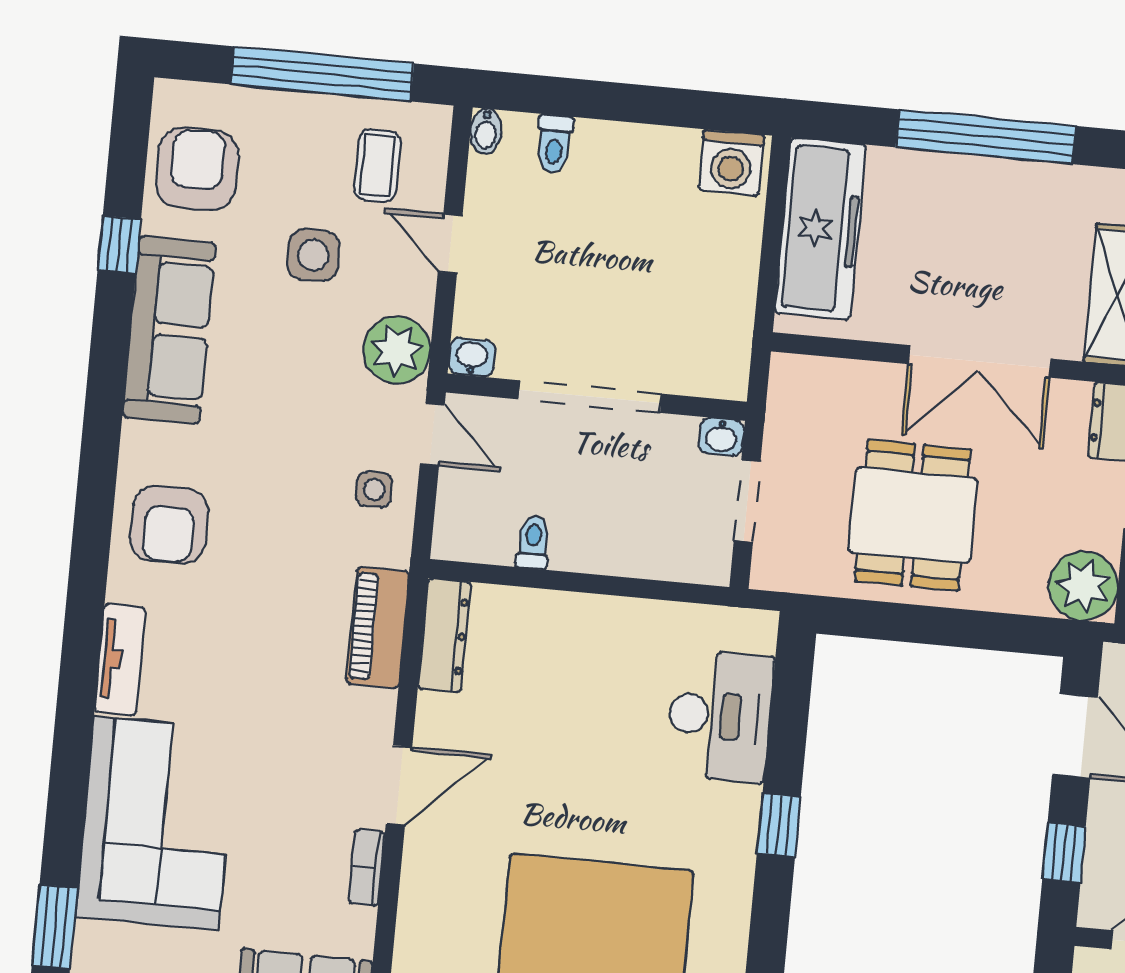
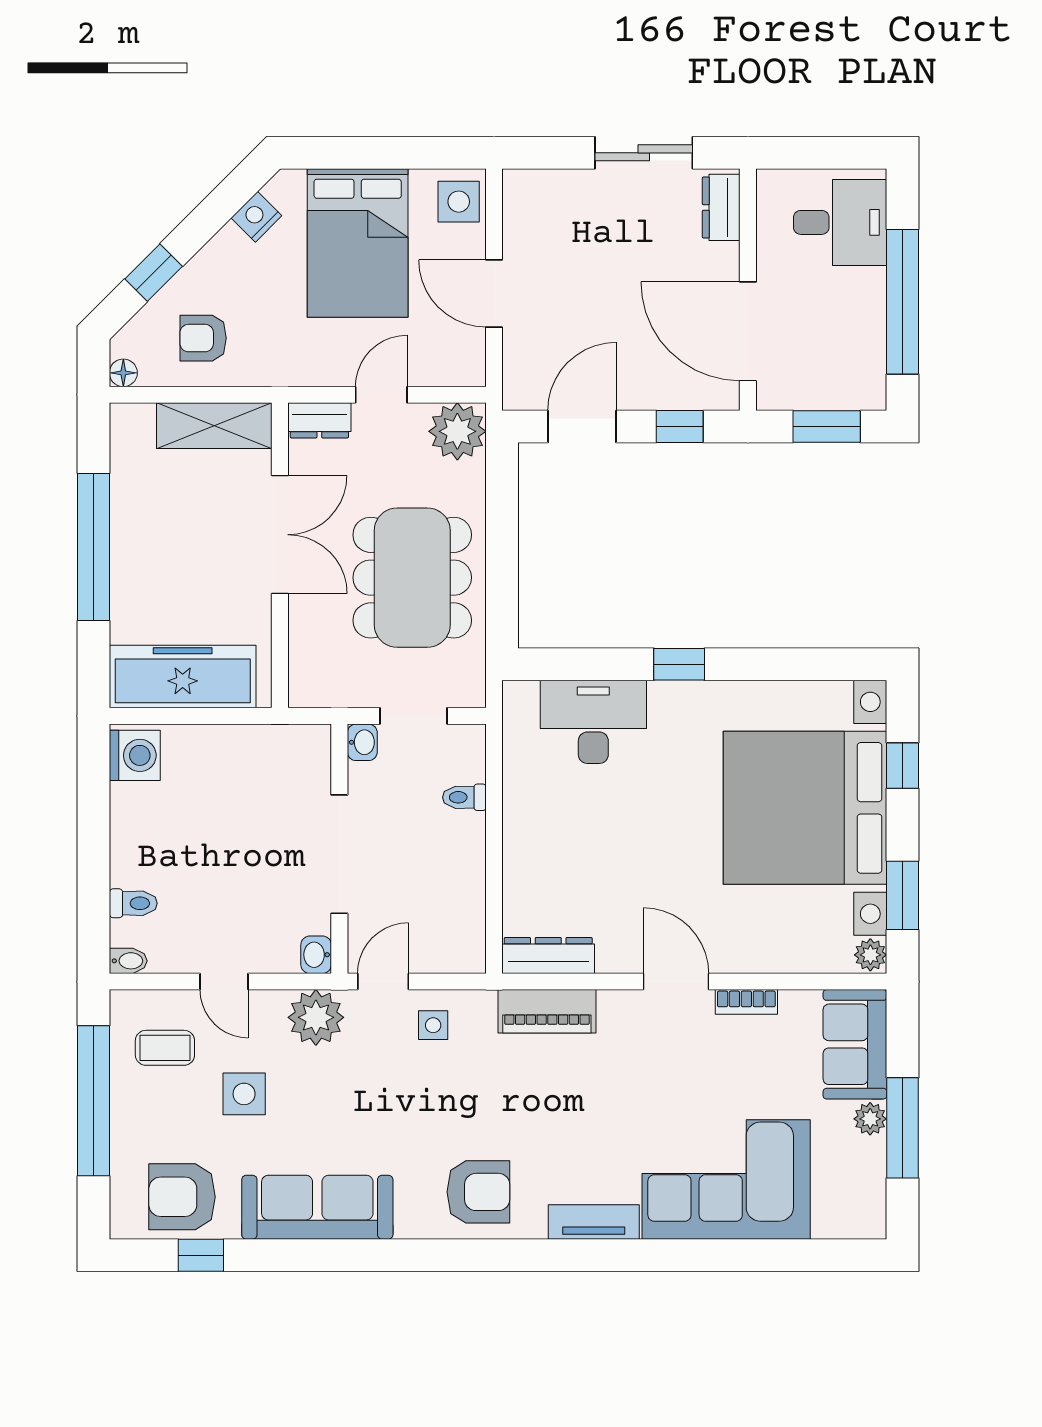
door: (450, 244) -> (224, 982), hinge flipped
window: (119, 245) -> (201, 1255), moved
dining table: (913, 515) -> (412, 578), width x1.38
toilet: (533, 542) -> (464, 797), moved
window: (55, 927) -> (820, 1255), removed

